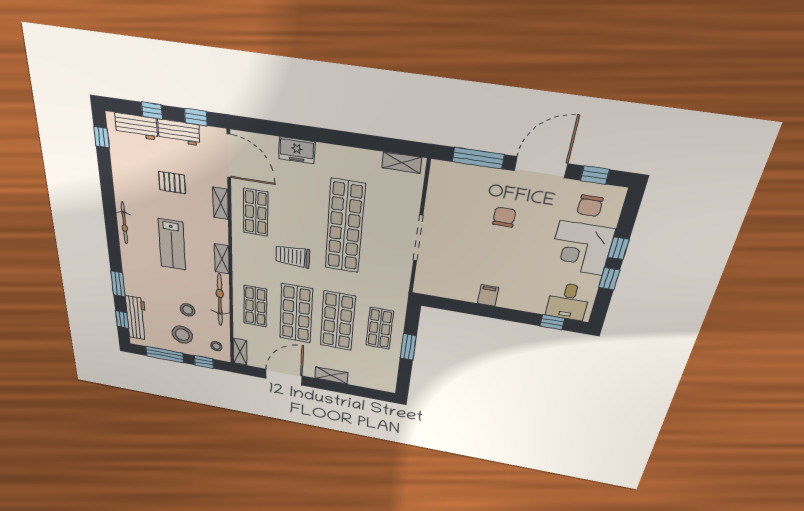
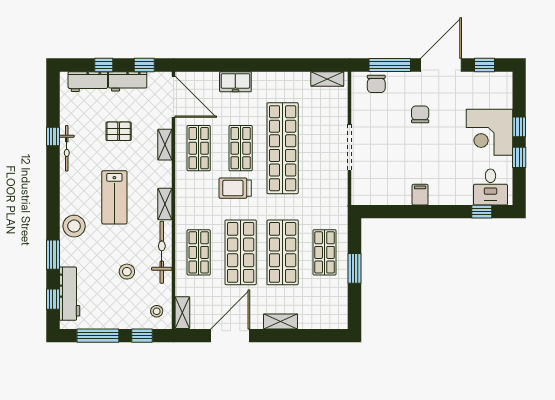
window: (102, 137) -> (53, 136), moved
chair: (590, 206) -> (376, 84), moved
shop shelf: (300, 220) -> (241, 148), added
bicycle: (124, 223) -> (67, 148), moved
stool: (182, 335) -> (74, 226), moved

